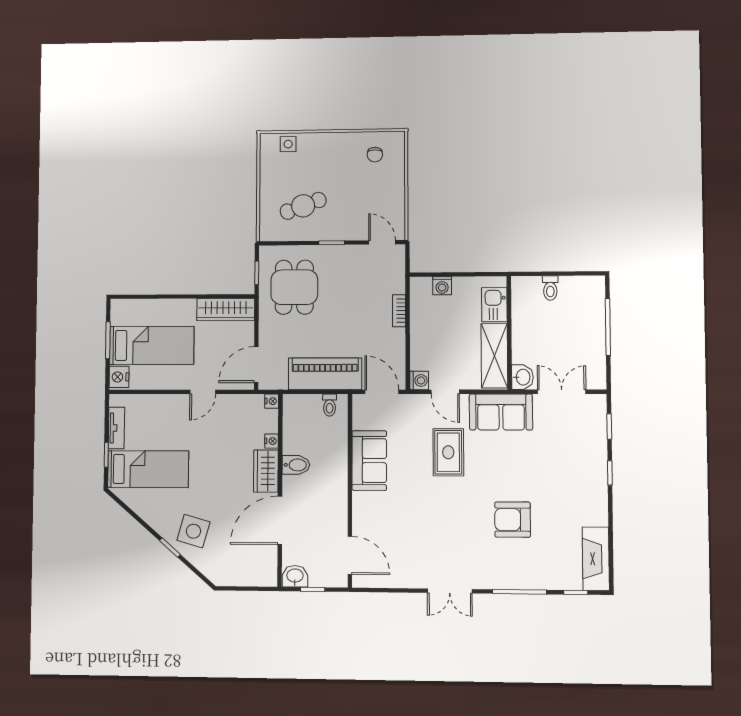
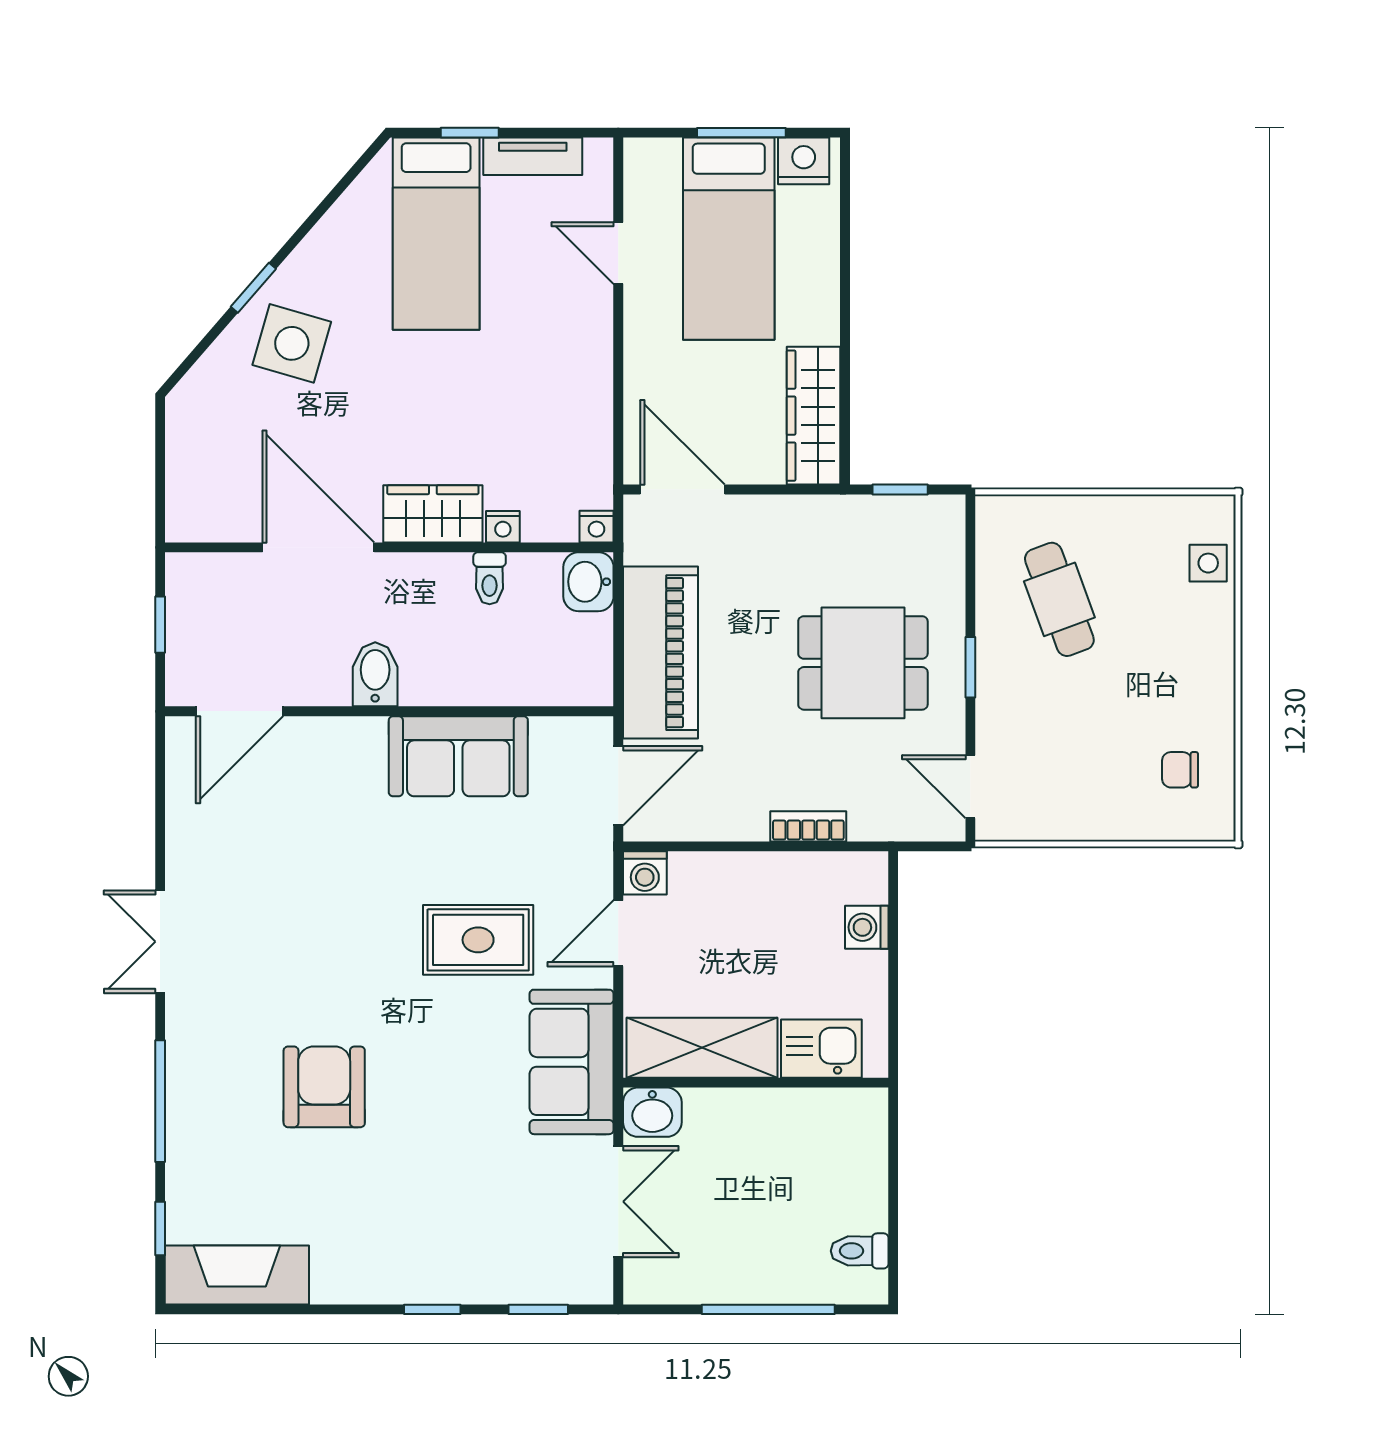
door: (382, 242) -> (970, 787), swing flipped
dining table: (294, 287) -> (863, 663), moved
toilet: (550, 288) -> (860, 1251), moved
nightstand: (119, 377) -> (804, 161), moved
door: (203, 392) -> (618, 253), moved
toilet: (330, 405) -> (490, 578), moved, turned -90
bidet: (296, 465) -> (375, 674), moved, turned 180
washbasin: (295, 576) -> (588, 582), moved, turned 180

